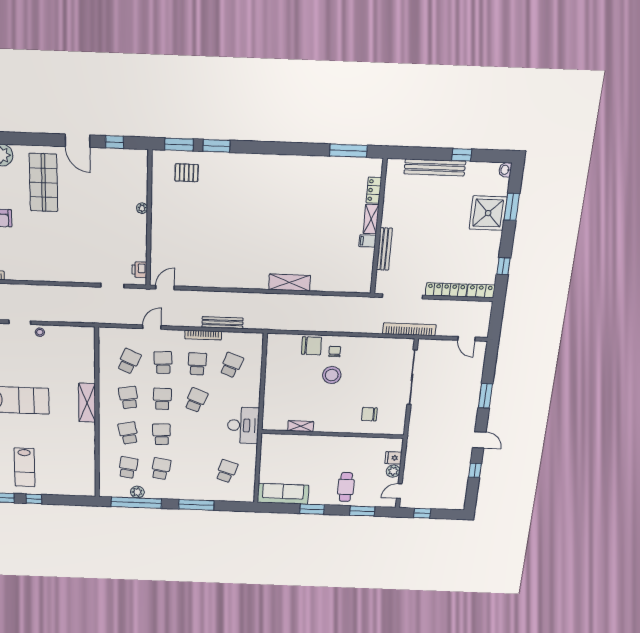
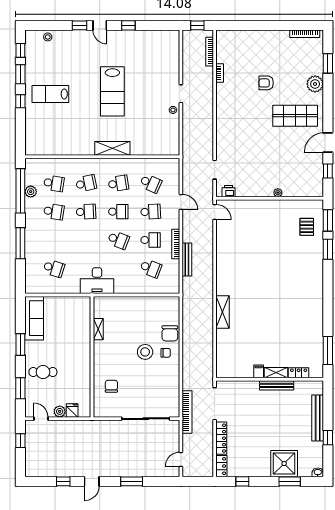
bench: (384, 249) -> (277, 385), moved

